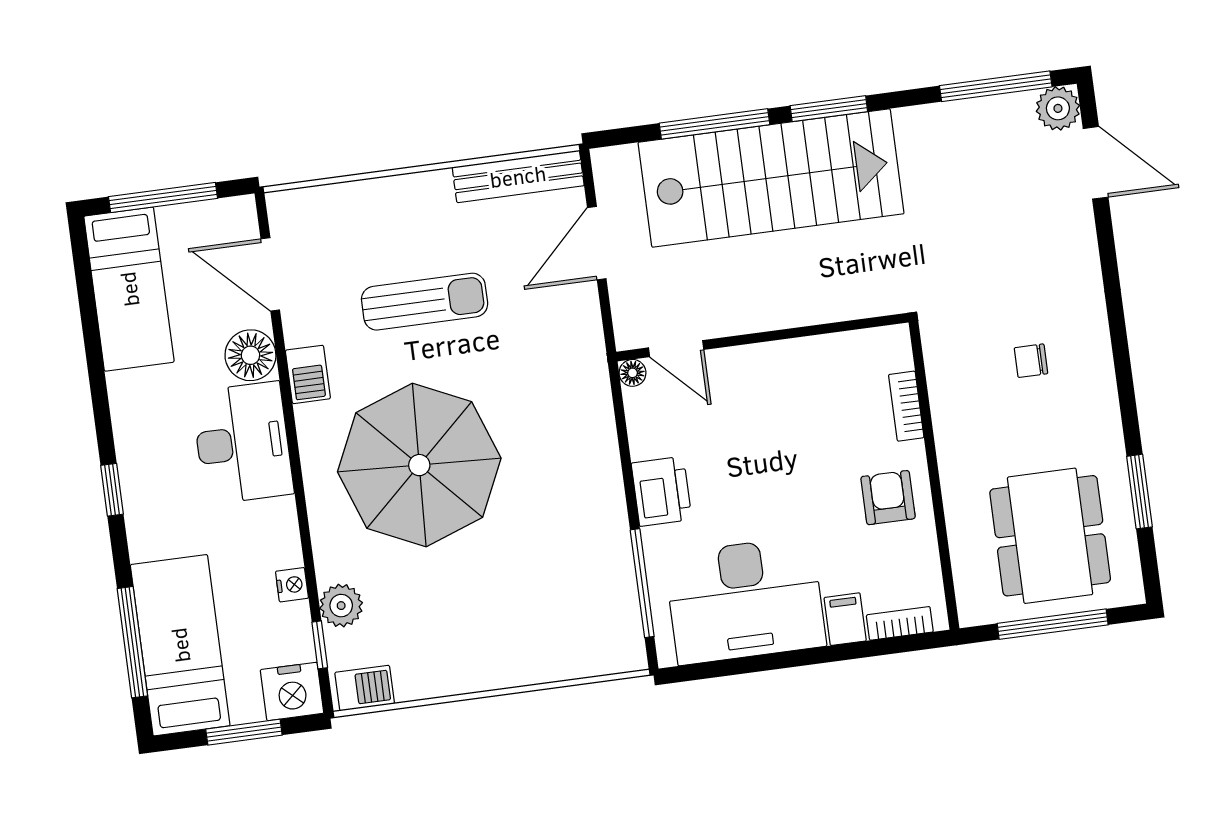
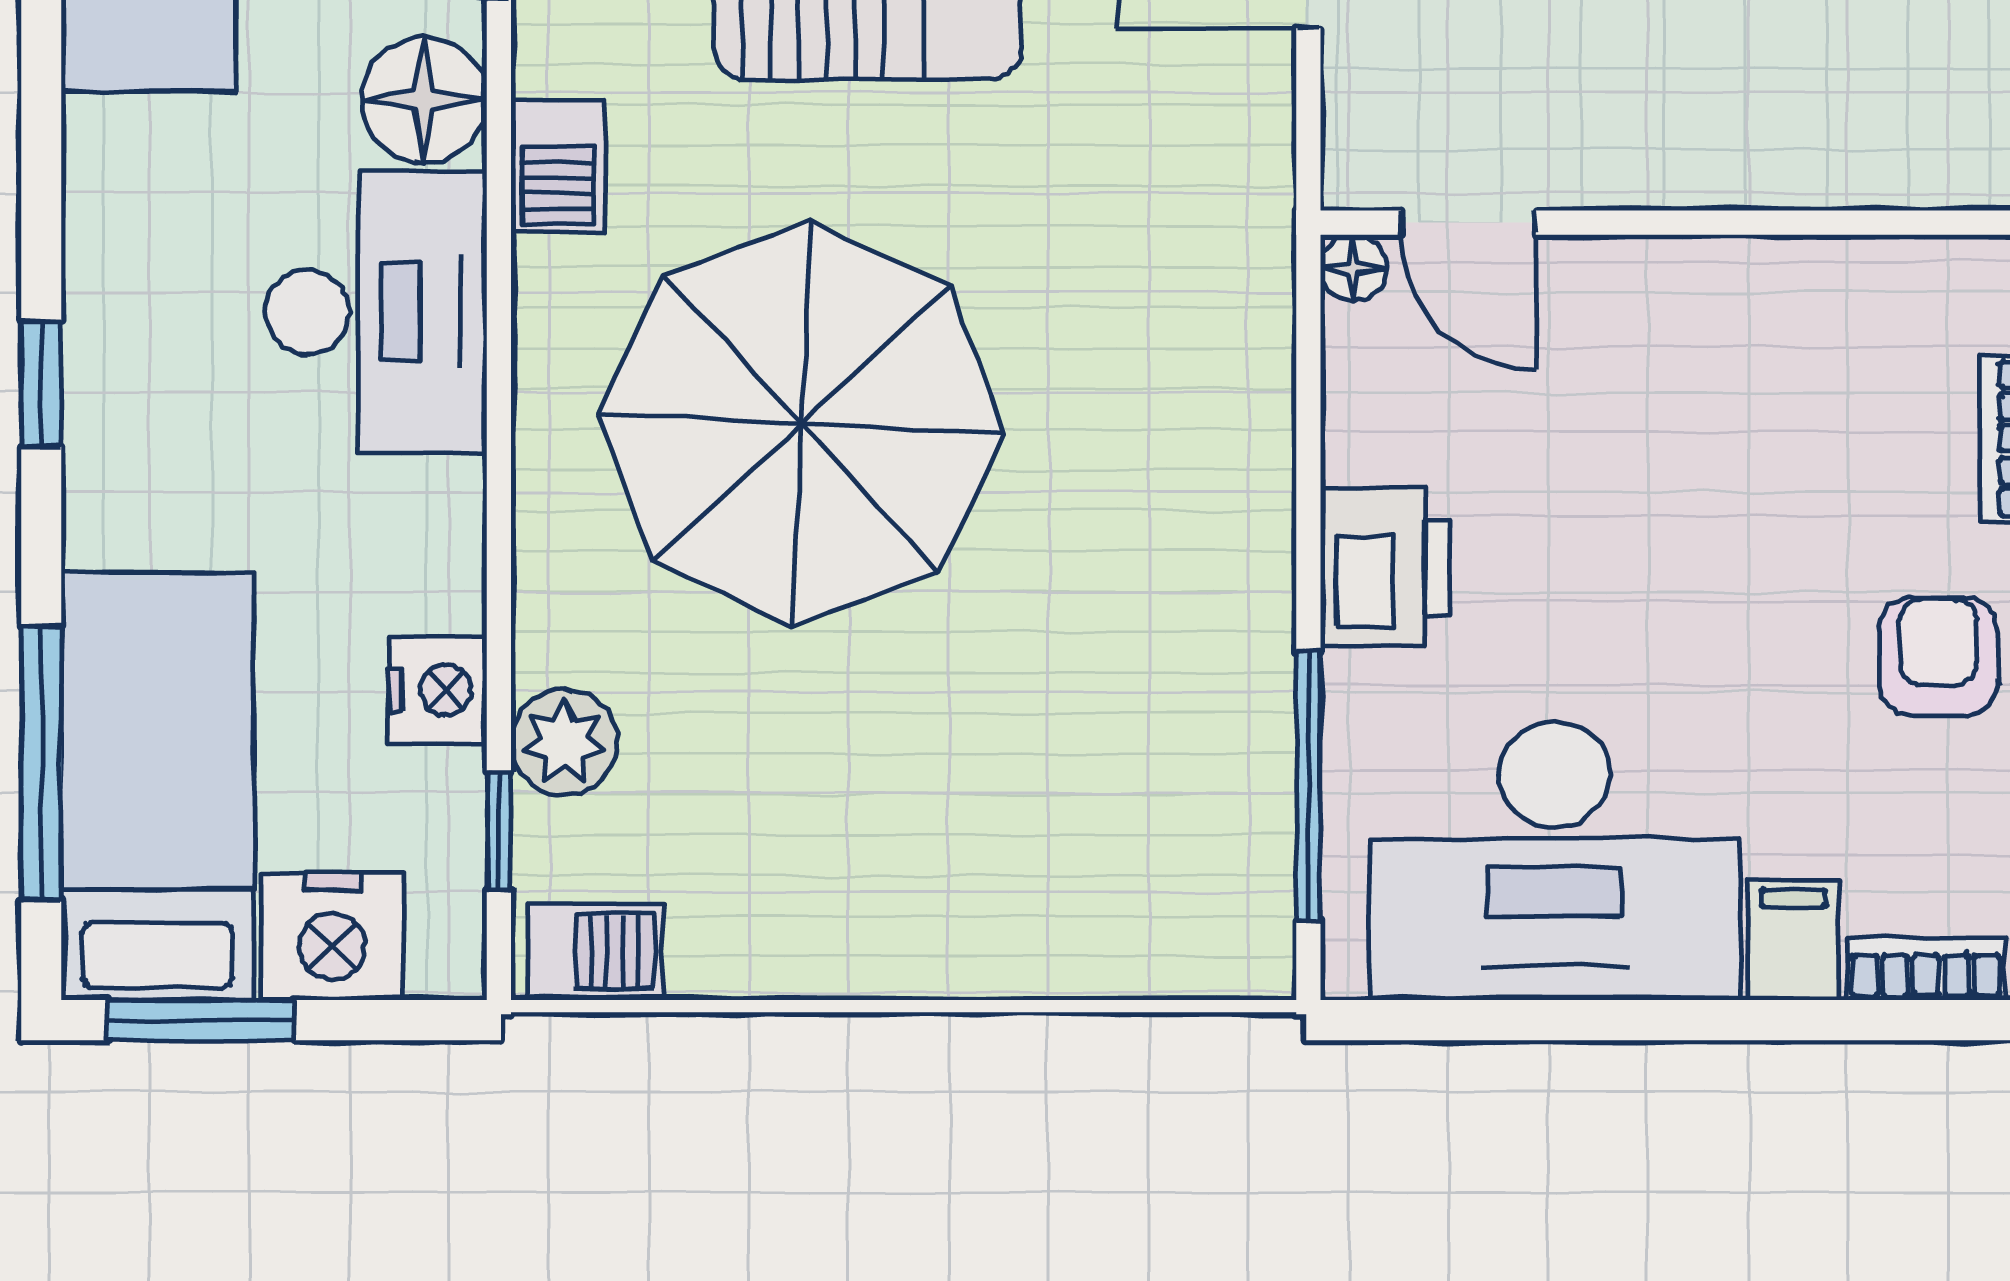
nightstand: (292, 585) -> (438, 690), width x1.39, depth x1.35
nightstand: (292, 691) -> (332, 936), moved
window: (244, 732) -> (200, 1020), moved

